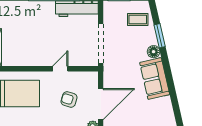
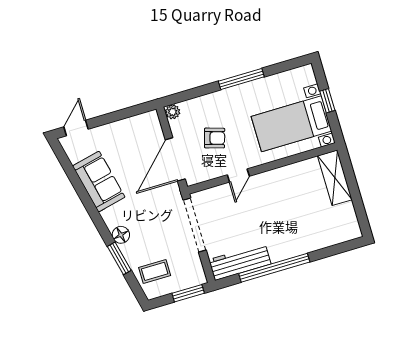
sofa: (155, 79) -> (99, 182), moved
door: (101, 104) -> (175, 159), moved

